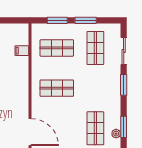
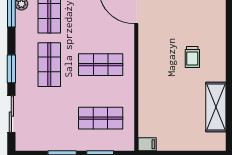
shop shelf: (95, 48) -> (49, 65), moved
filing cabinet: (22, 51) -> (147, 144), moved

